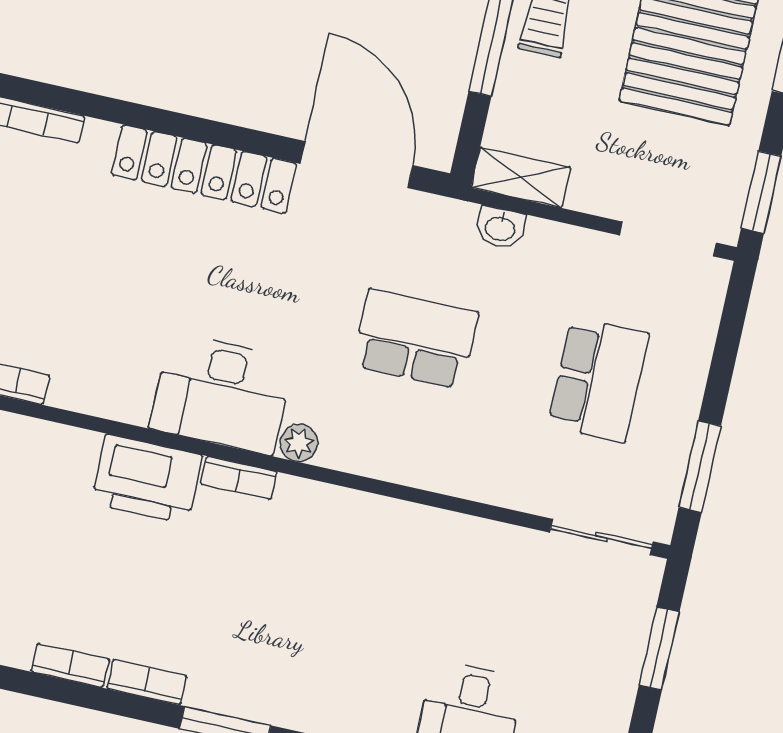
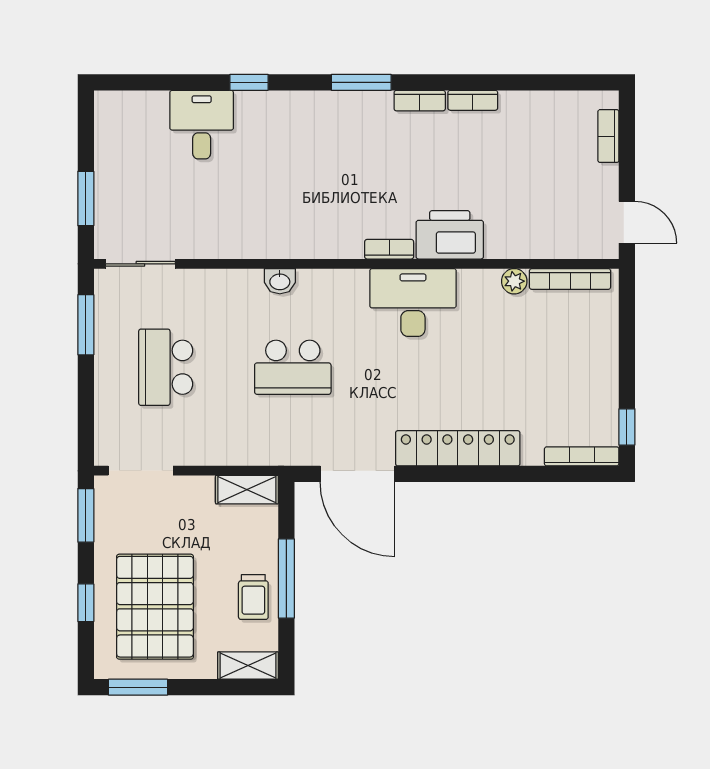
washbasin: (500, 228) -> (280, 281), moved, turned 180
plant: (299, 443) -> (514, 281), moved

